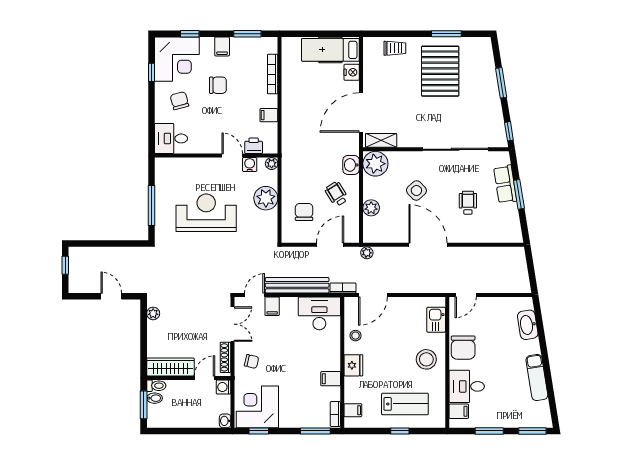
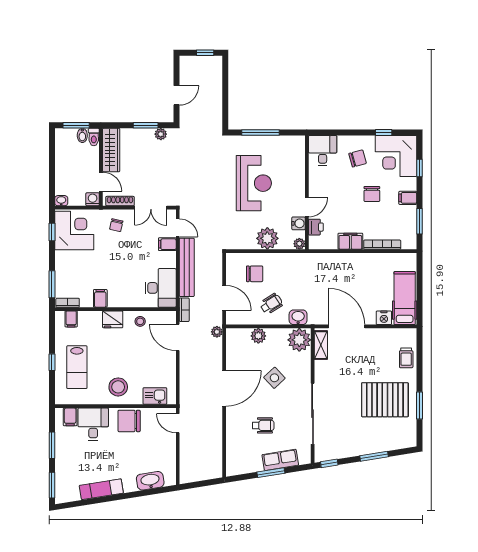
filing cabinet: (269, 115) -> (350, 241), width x2.00
window: (144, 330) -> (146, 125), added

